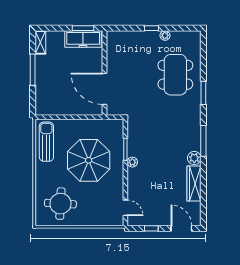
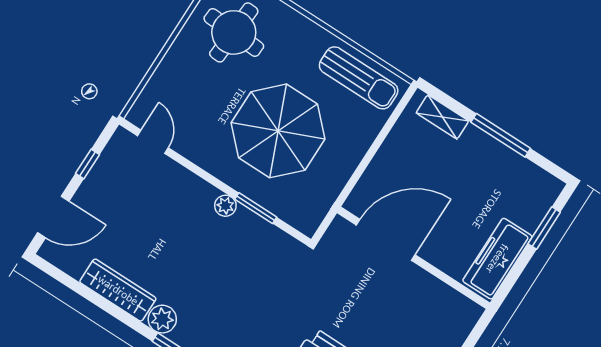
window: (83, 28) -> (544, 228), moved
shelving: (40, 42) -> (442, 117), moved
door: (125, 208) -> (153, 142), swing flipped

